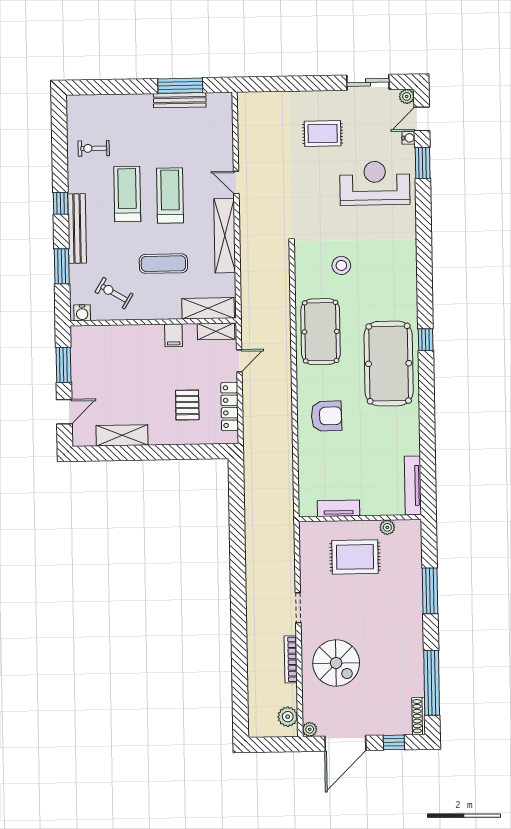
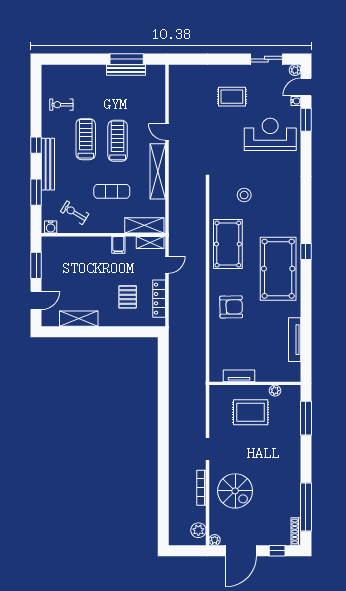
tv unit: (413, 485) -> (295, 340), moved
window: (430, 591) -> (306, 418), moved

